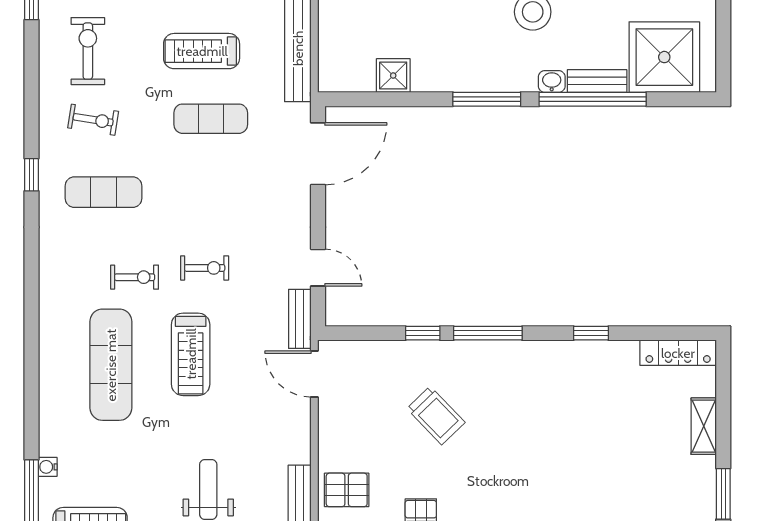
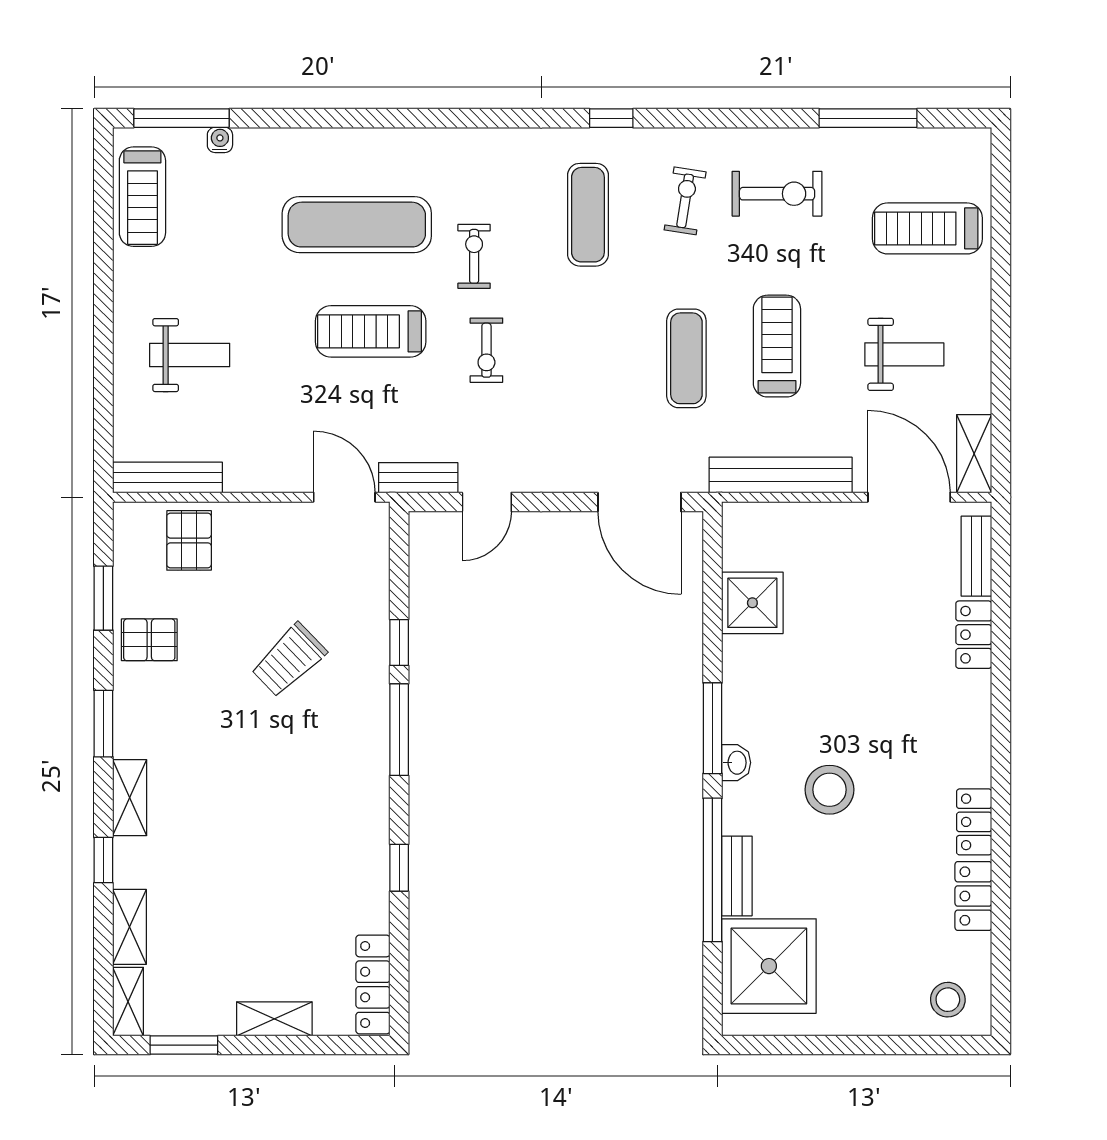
shower: (393, 76) -> (752, 603), width x1.36, depth x1.36
washbasin: (552, 82) -> (736, 763), moved
exercise bike: (93, 120) -> (685, 201), turned 180
exercise bike: (135, 277) -> (474, 256), turned 180
door: (314, 374) -> (344, 497), hinge flipped

